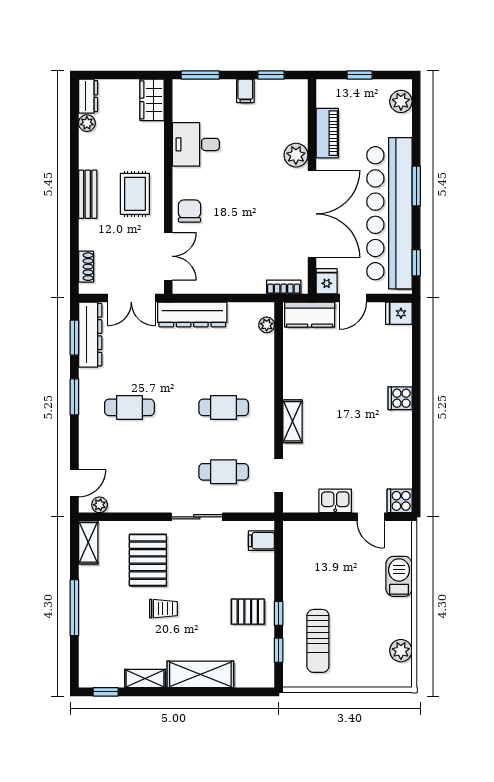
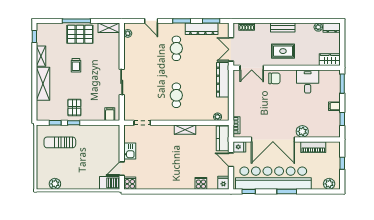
dresser: (90, 335) -> (202, 29), moved
cooker: (400, 398) -> (201, 183), moved
shelving: (292, 421) -> (185, 130), moved
cafe table: (224, 472) -> (144, 95), removed
door: (74, 483) -> (151, 21), moved
pallet: (148, 560) -> (80, 34), moved
barbecue: (399, 576) -> (110, 183), moved

